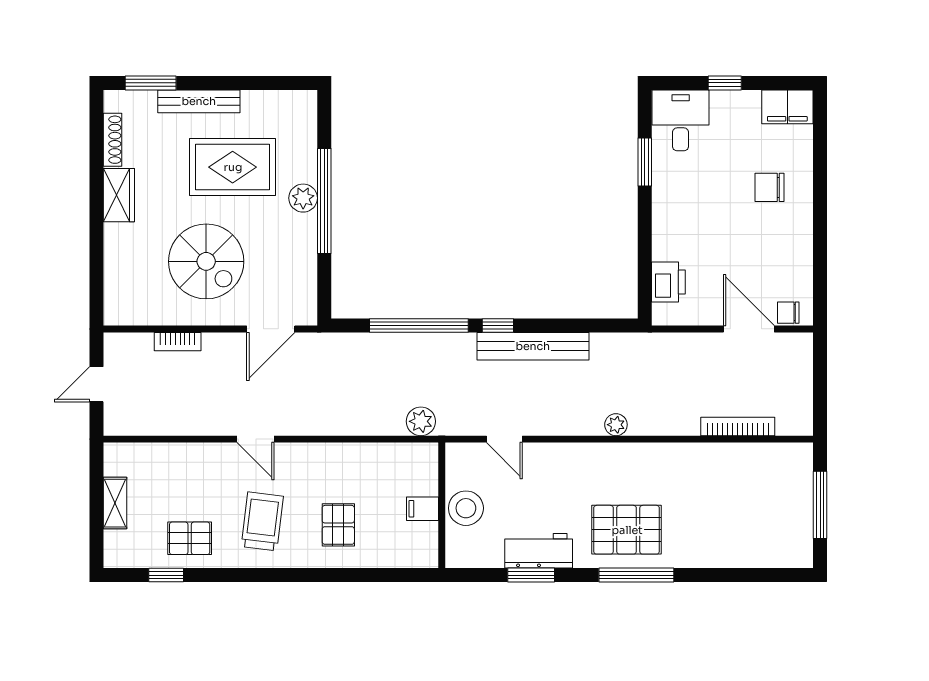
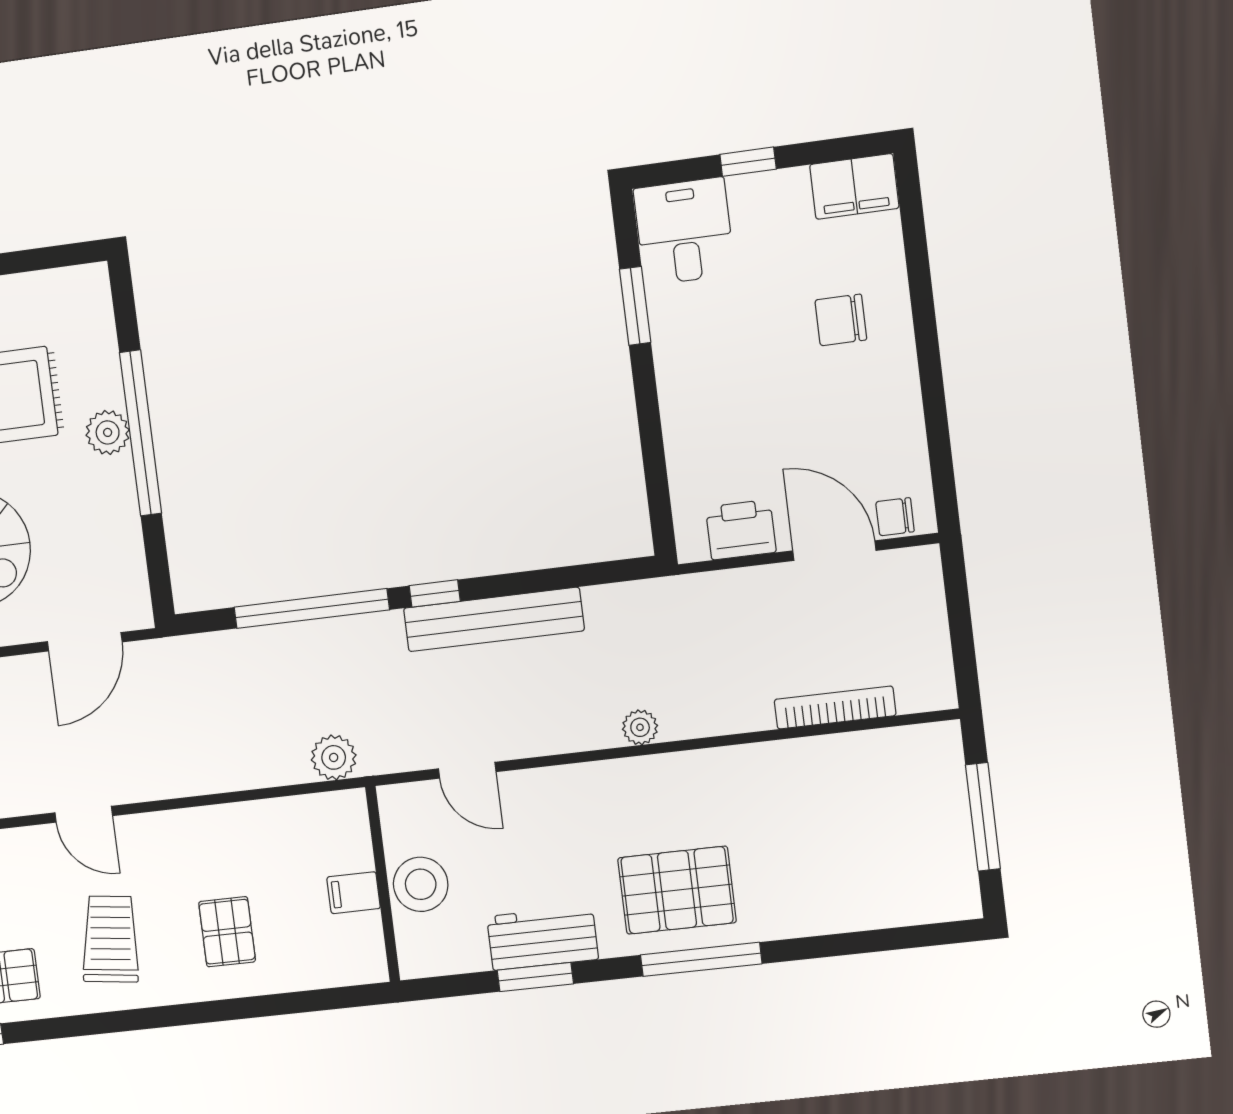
printer: (668, 282) -> (741, 530), moved, turned -90

